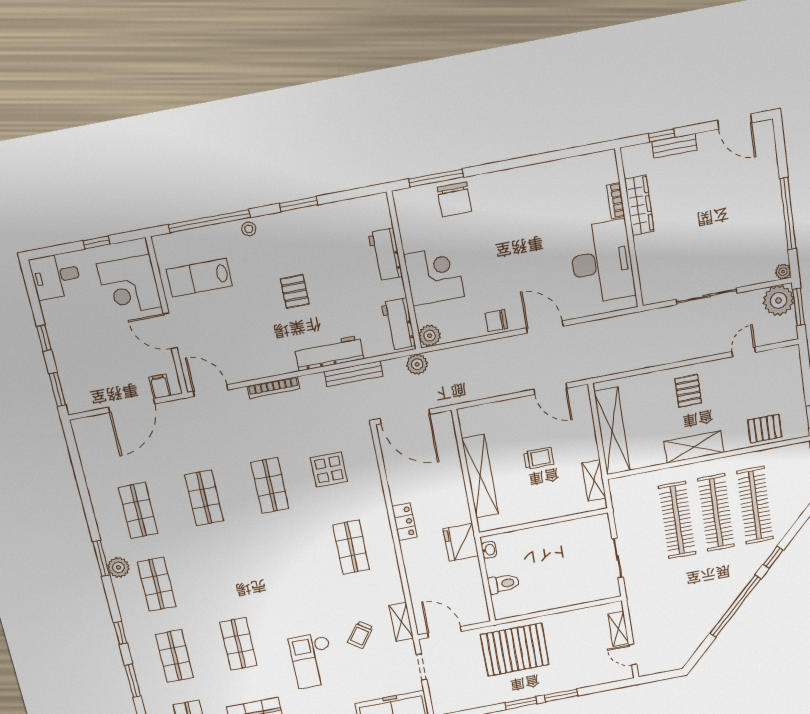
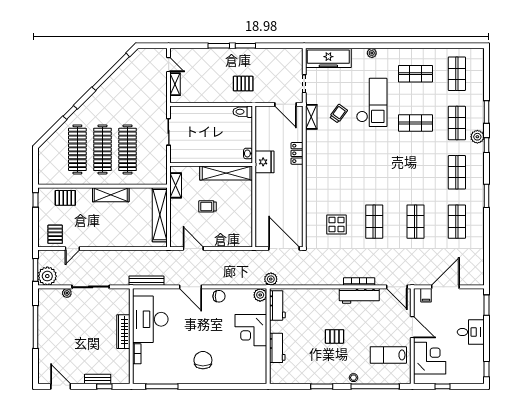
window: (436, 178) -> (162, 386), moved
chair: (454, 199) -> (203, 360), moved
wardrobe: (639, 205) -> (123, 332), moved
plant: (783, 272) -> (67, 293), moved
desk: (56, 276) -> (471, 332), moved
lab bench: (199, 278) -> (388, 355), turned 180
pallet: (295, 291) -> (335, 336), turned 90
window: (44, 338) -> (486, 369), moved
workbench: (329, 353) -> (359, 296), moved
bench: (354, 374) -> (146, 281), moved
pallet: (688, 391) -> (55, 234), moved
shelving: (480, 476) -> (226, 173), moved, turned 90
locker: (404, 522) -> (297, 153), moved
shop shelf: (351, 547) -> (333, 172), removed
plant: (118, 567) -> (477, 137), moved
toilet: (504, 584) -> (243, 112), moved
window: (735, 606) -> (111, 72), moved
shop shelf: (238, 644) -> (416, 123), turned 90
pallet: (515, 650) -> (243, 84), width x0.49, depth x0.50
checkout: (313, 660) -> (372, 102), width x1.36, depth x1.21

